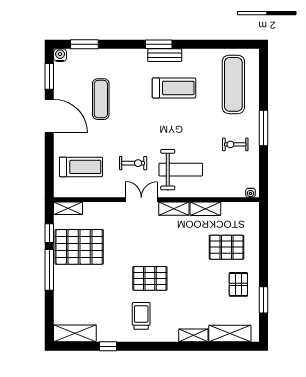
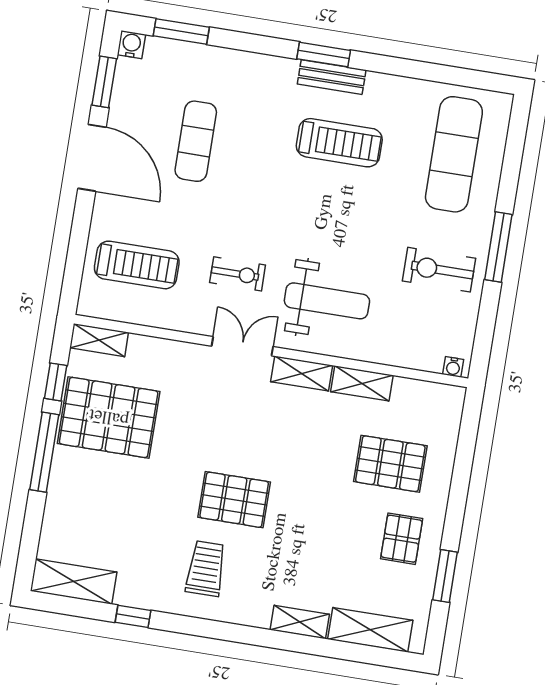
exercise bike: (235, 144) -> (439, 270), width x1.38, depth x1.39

